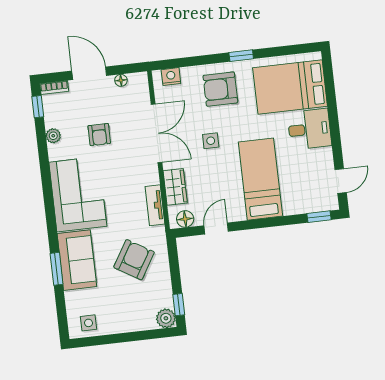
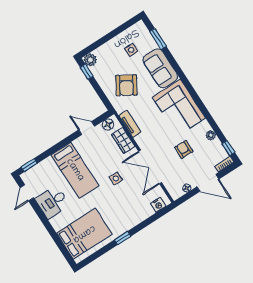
armchair: (220, 89) -> (125, 212), removed
desk: (309, 129) -> (52, 202), moved
door: (216, 228) -> (87, 128), swing flipped
window: (57, 269) -> (158, 39), moved
side table: (89, 323) -> (131, 50), moved

